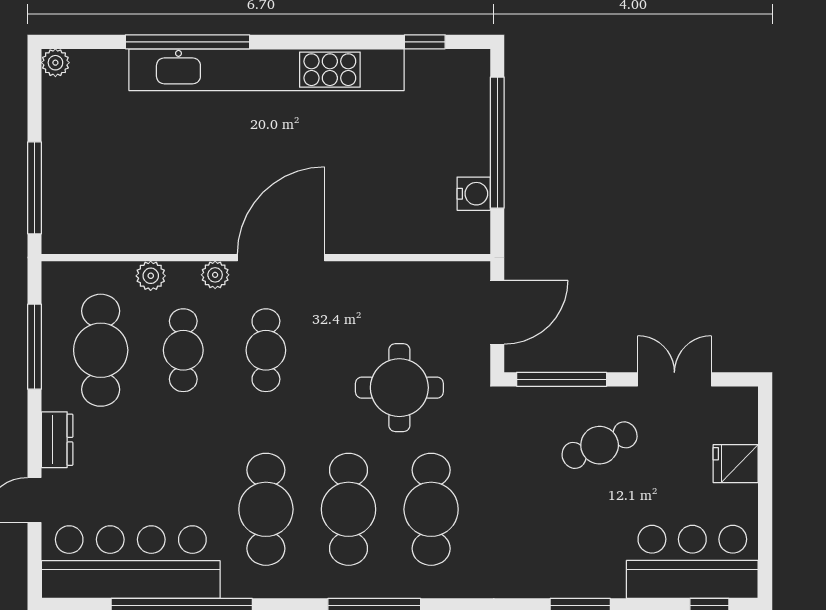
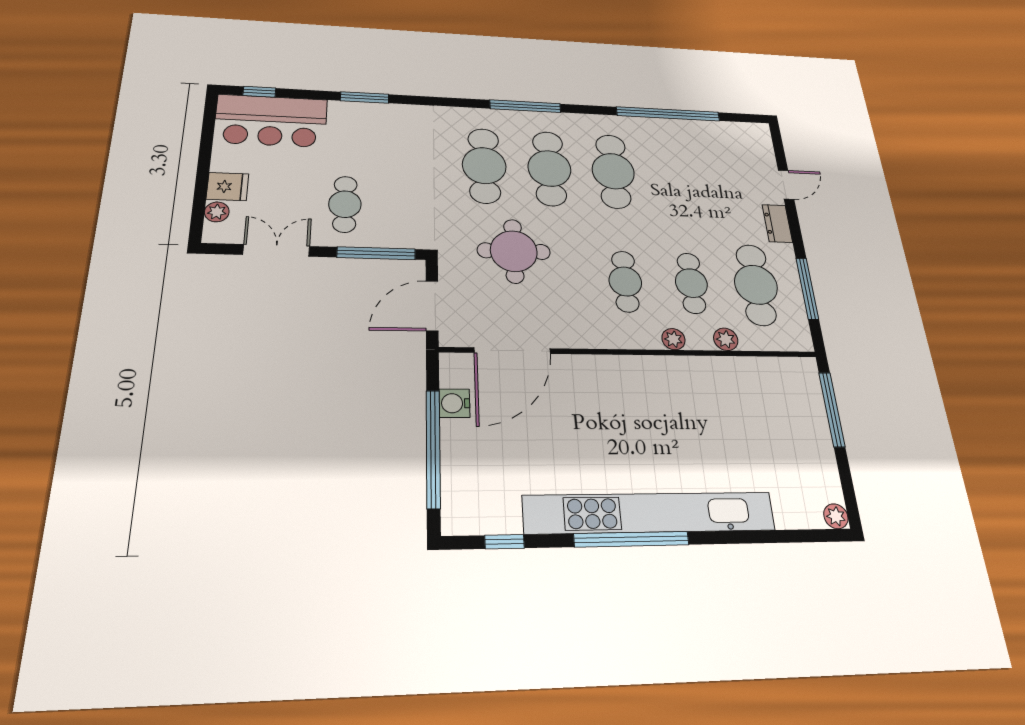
window: (188, 42) -> (632, 539), moved
door: (281, 258) -> (512, 351), moved
double door: (674, 379) -> (276, 250), swing flipped
plant: (745, 428) -> (217, 212), added
cafe table: (600, 445) -> (345, 204), turned -68
bar counter: (131, 562) -> (709, 142), removed

